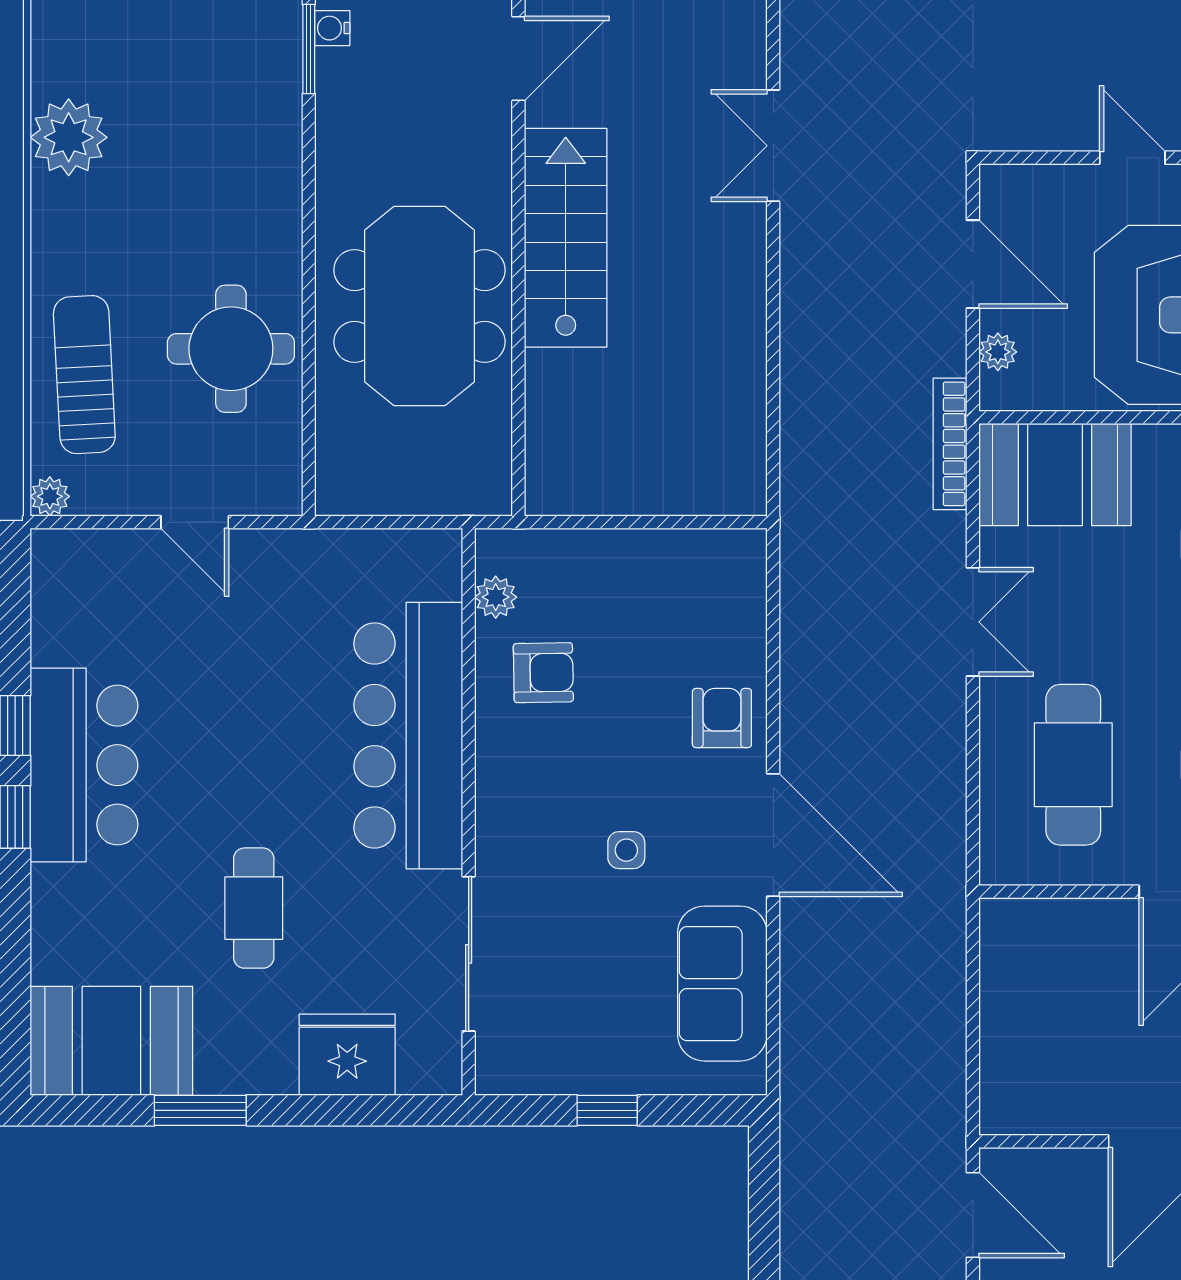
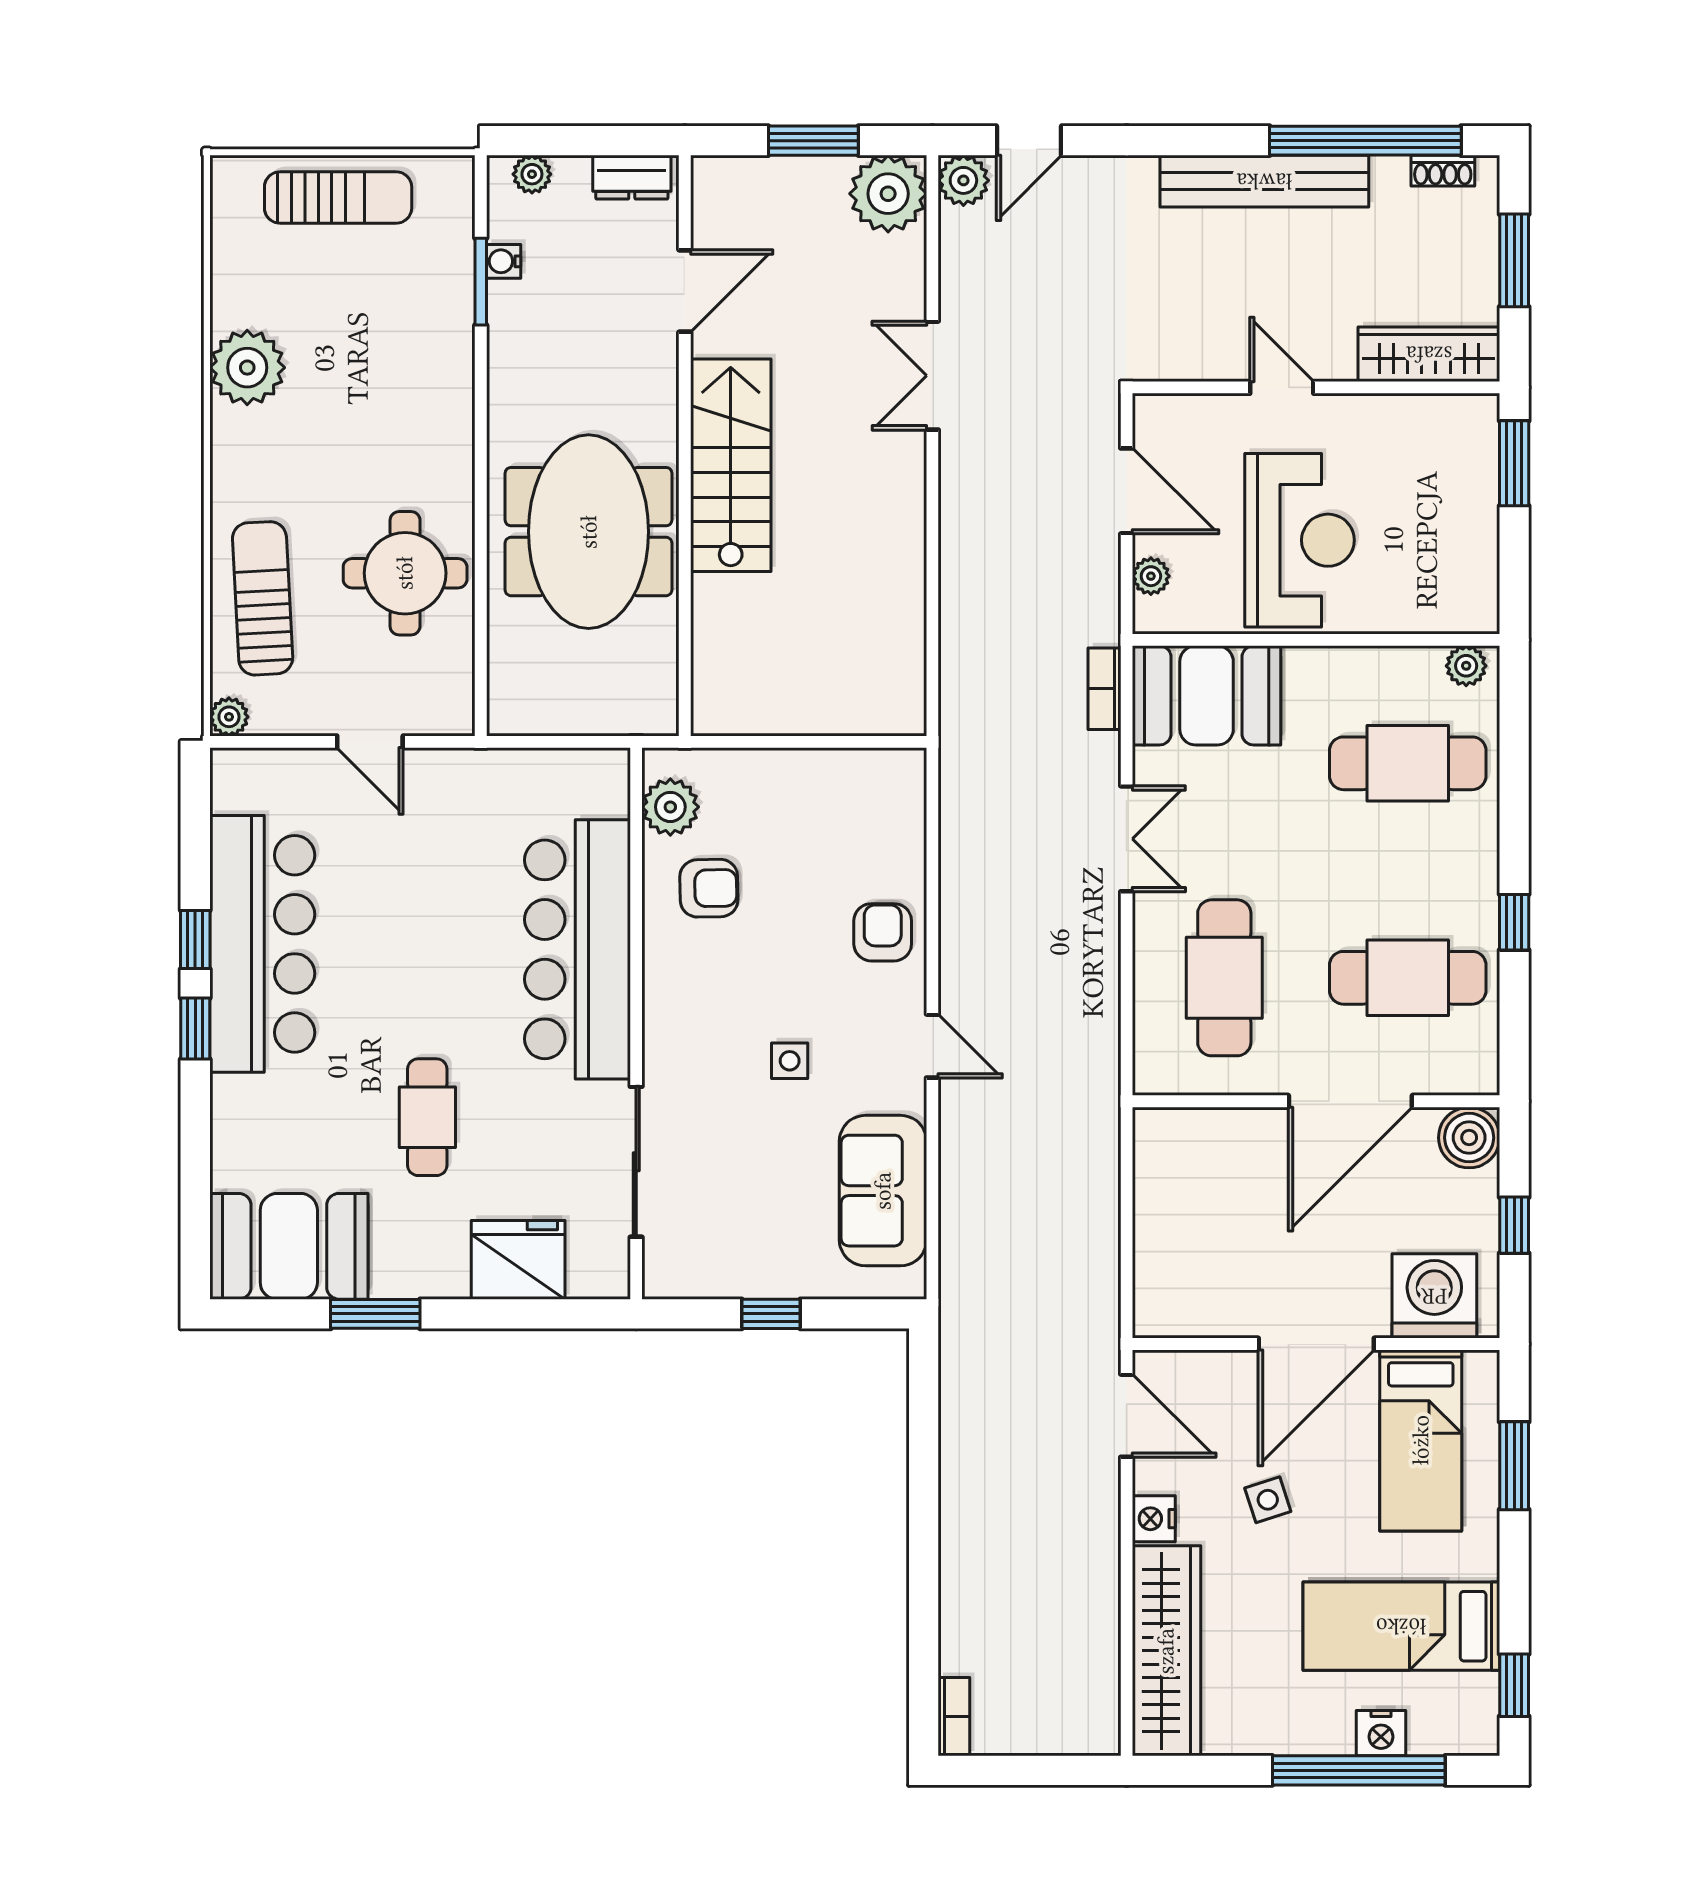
bookcase: (950, 444) -> (1104, 689), width x0.64
plant: (496, 597) -> (670, 807), width x1.38, depth x1.38
bar counter: (84, 765) -> (262, 944), width x1.36
door: (773, 835) -> (932, 1046), width x0.53

